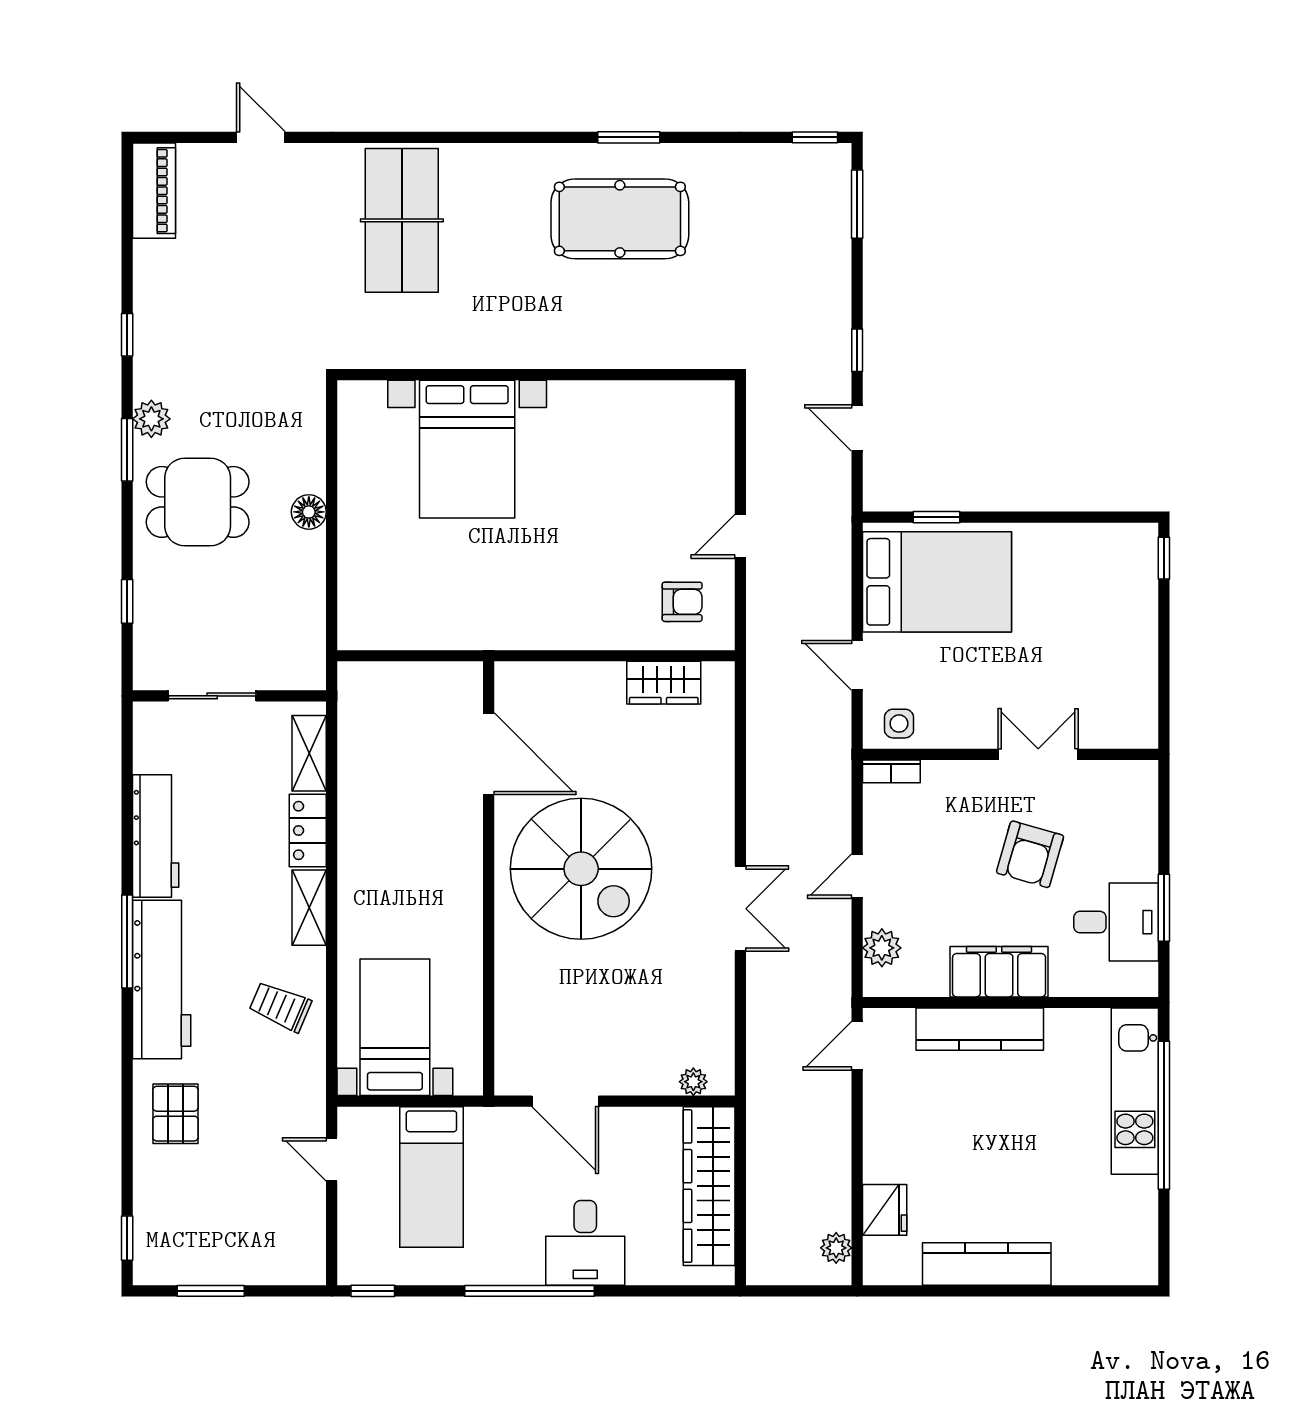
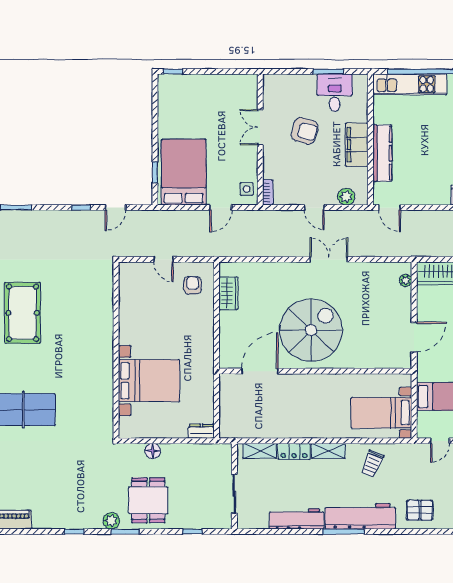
wall: (536, 375) -> (116, 350), moved
bed with nightstands: (467, 449) -> (149, 381), moved
dresser: (353, 622) -> (201, 431), added

